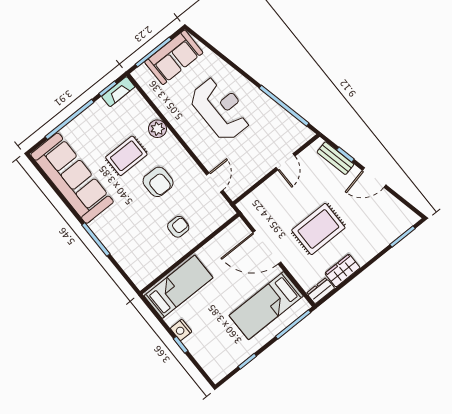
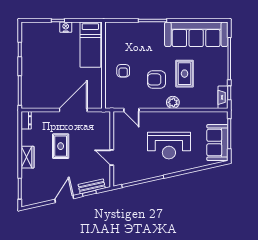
plant: (157, 129) -> (173, 102), moved
rug: (318, 229) -> (61, 146), width x0.73, depth x0.70
wardrobe: (342, 271) -> (27, 157), moved
bed: (266, 306) -> (42, 84), removed

